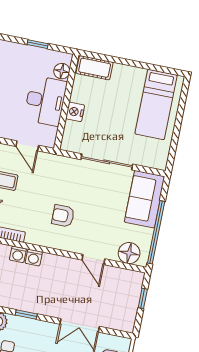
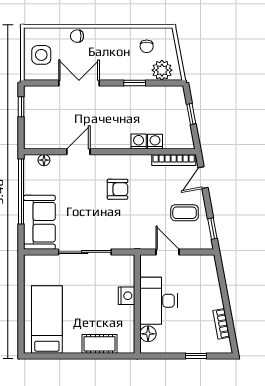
window: (38, 44) -> (196, 356), moved
cot: (95, 68) -> (99, 344), moved
floor lamp: (129, 253) -> (44, 160), width x0.53, depth x0.53
door: (93, 259) -> (78, 152), hinge flipped
window: (143, 298) -> (21, 107), moved

